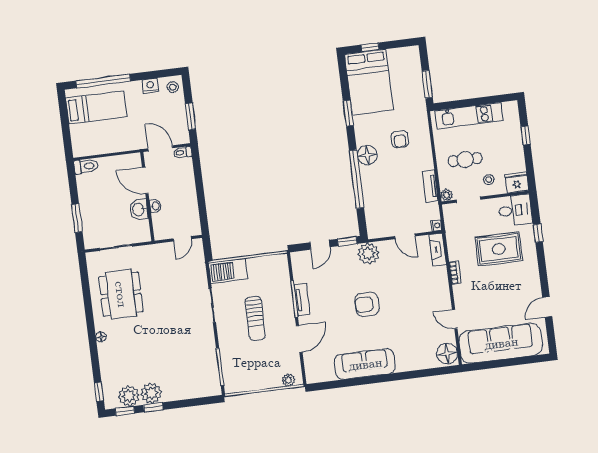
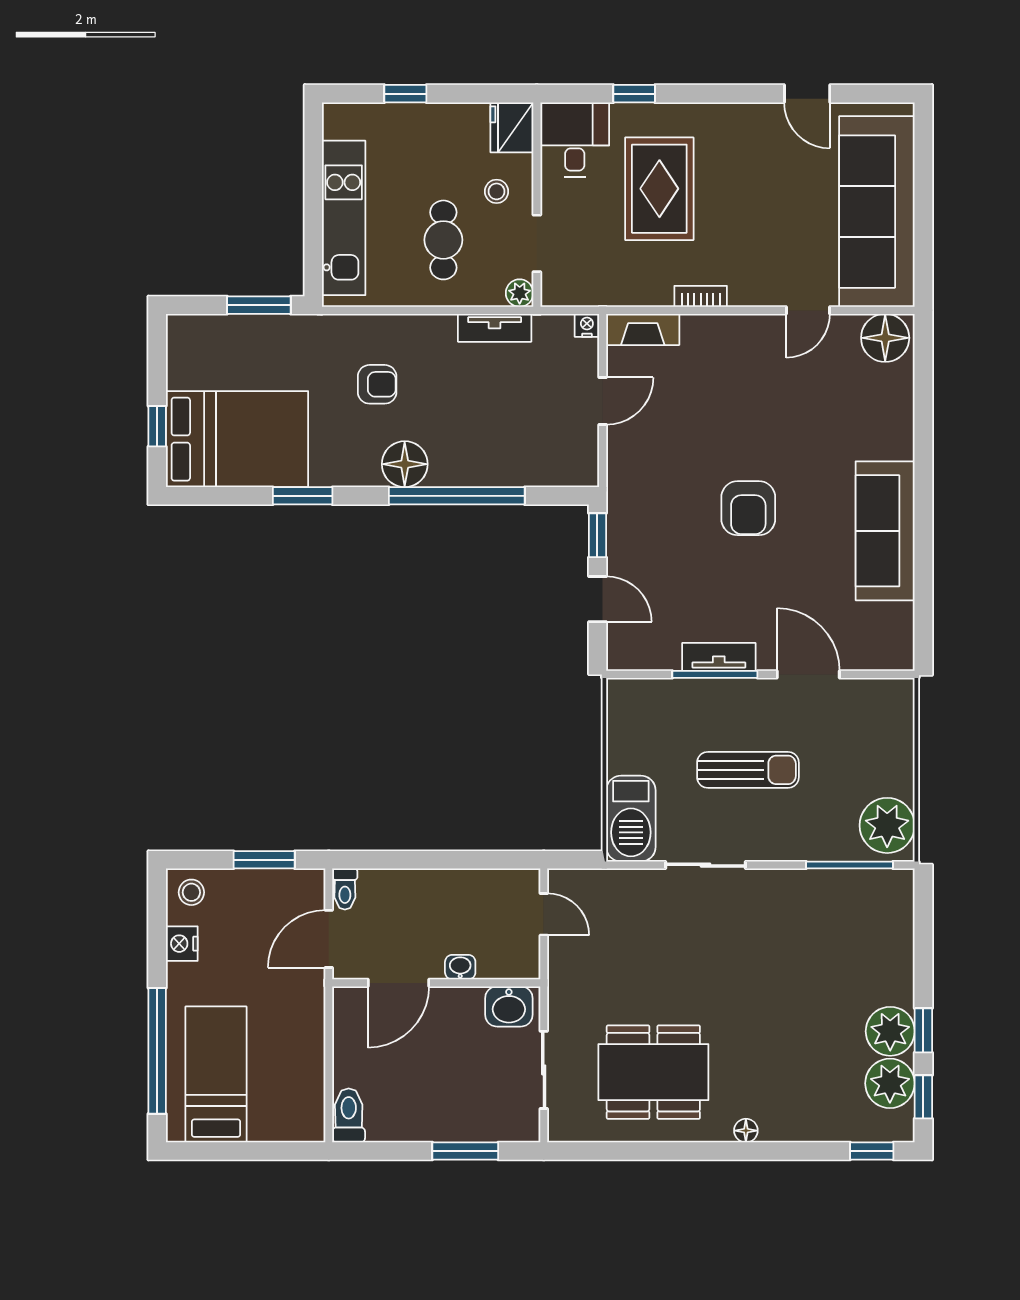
washbasin: (139, 210) -> (509, 1006), moved
plant: (368, 253) -> (632, 490), removed
plant: (288, 380) -> (887, 825), moved, width x1.87, depth x1.87

